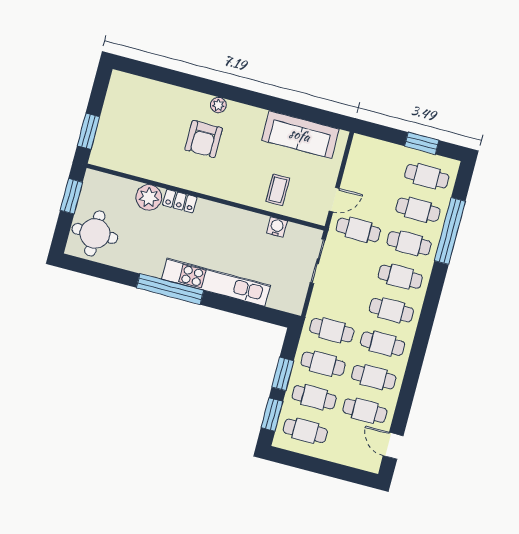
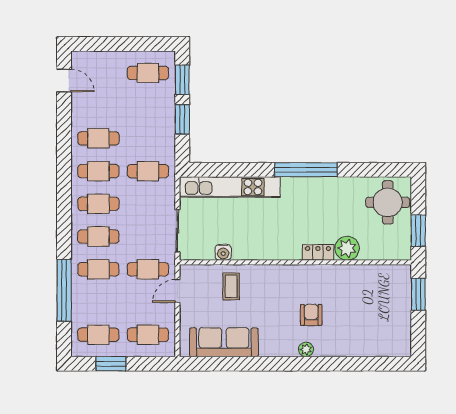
armchair: (204, 139) -> (311, 315), width x0.72, depth x0.72
cafe table: (418, 210) -> (148, 335), moved
kitchen unit: (216, 282) -> (230, 187), moved
cafe table: (323, 364) -> (148, 138), removed
cafe table: (314, 397) -> (148, 106), removed
cafe table: (365, 411) -> (98, 106), removed

